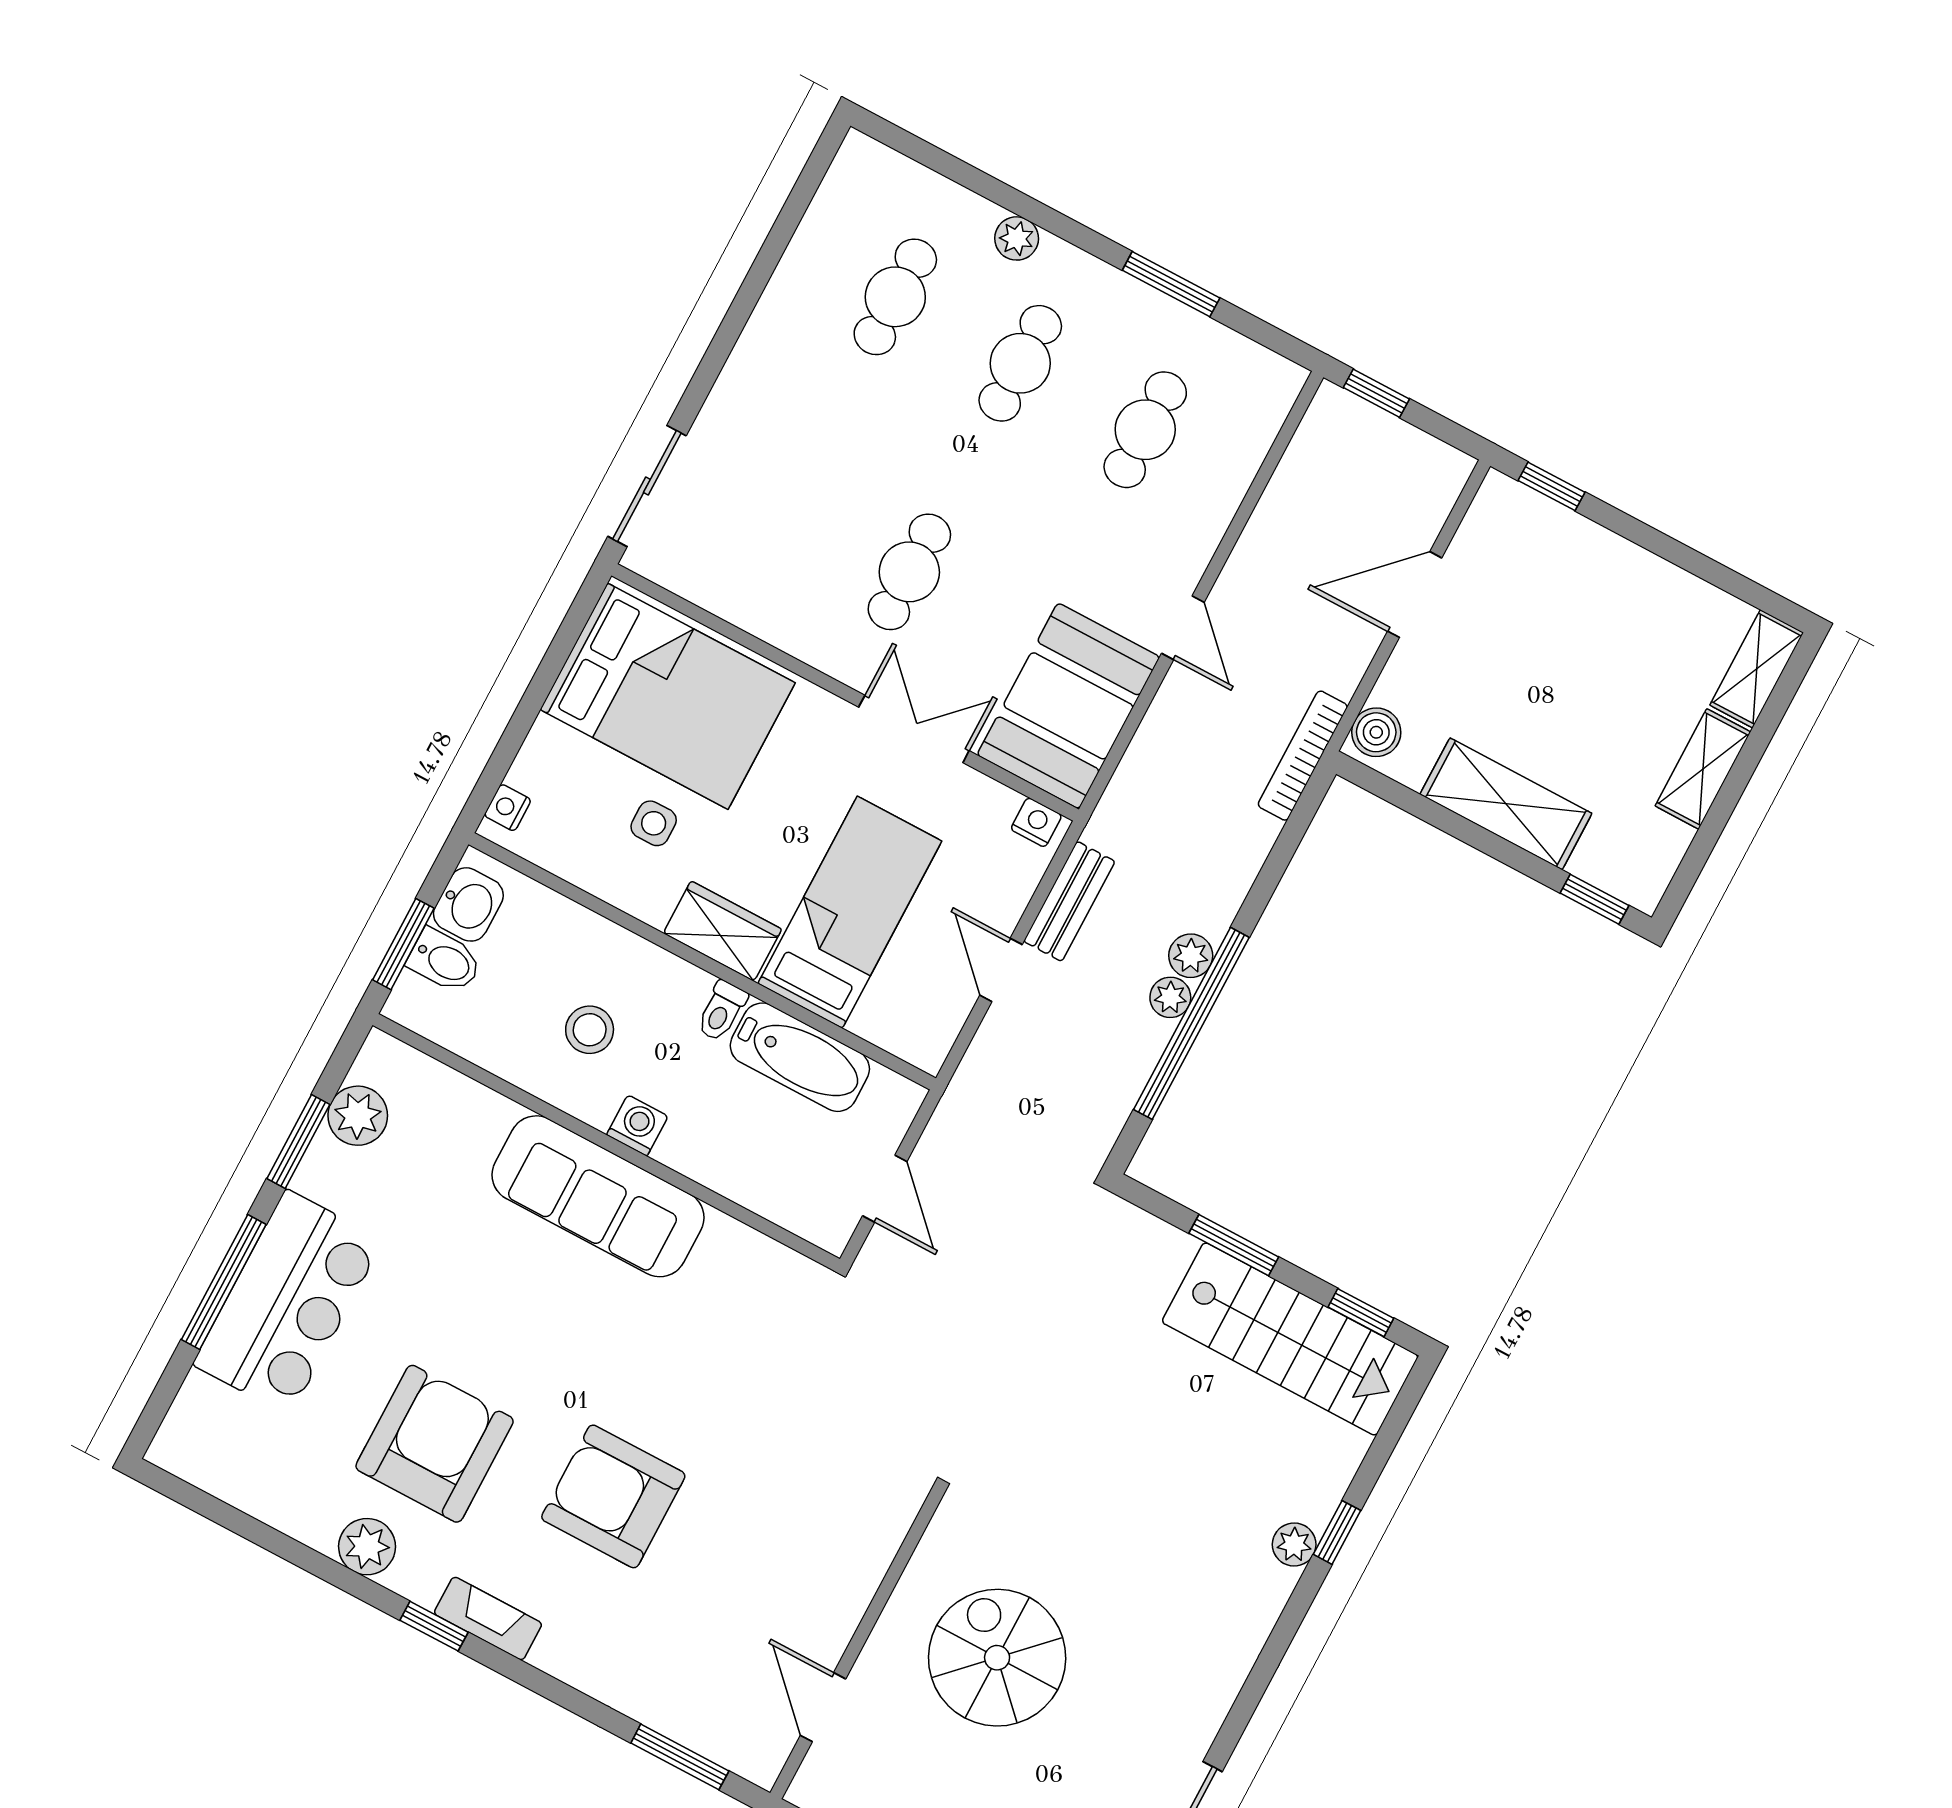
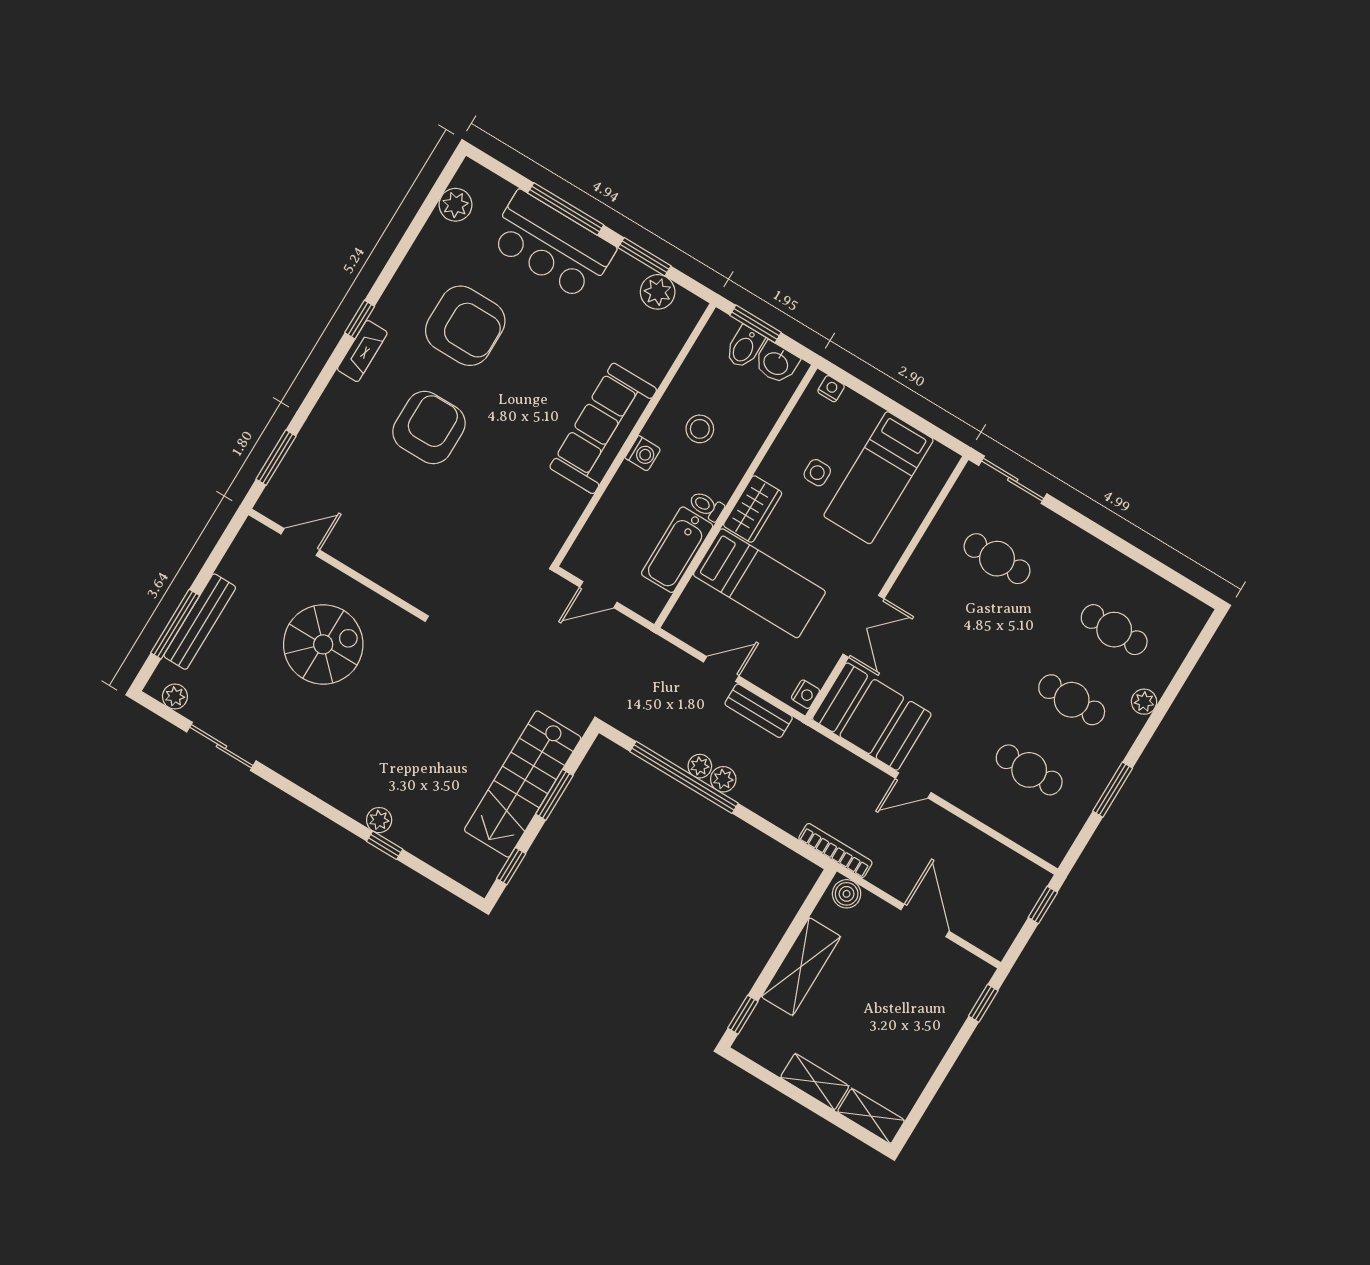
cafe table: (909, 572) -> (997, 559), moved
bed: (668, 696) -> (879, 478), width x0.67
stairs: (1290, 1339) -> (523, 784), moved
plant: (367, 1547) -> (455, 205), moved

